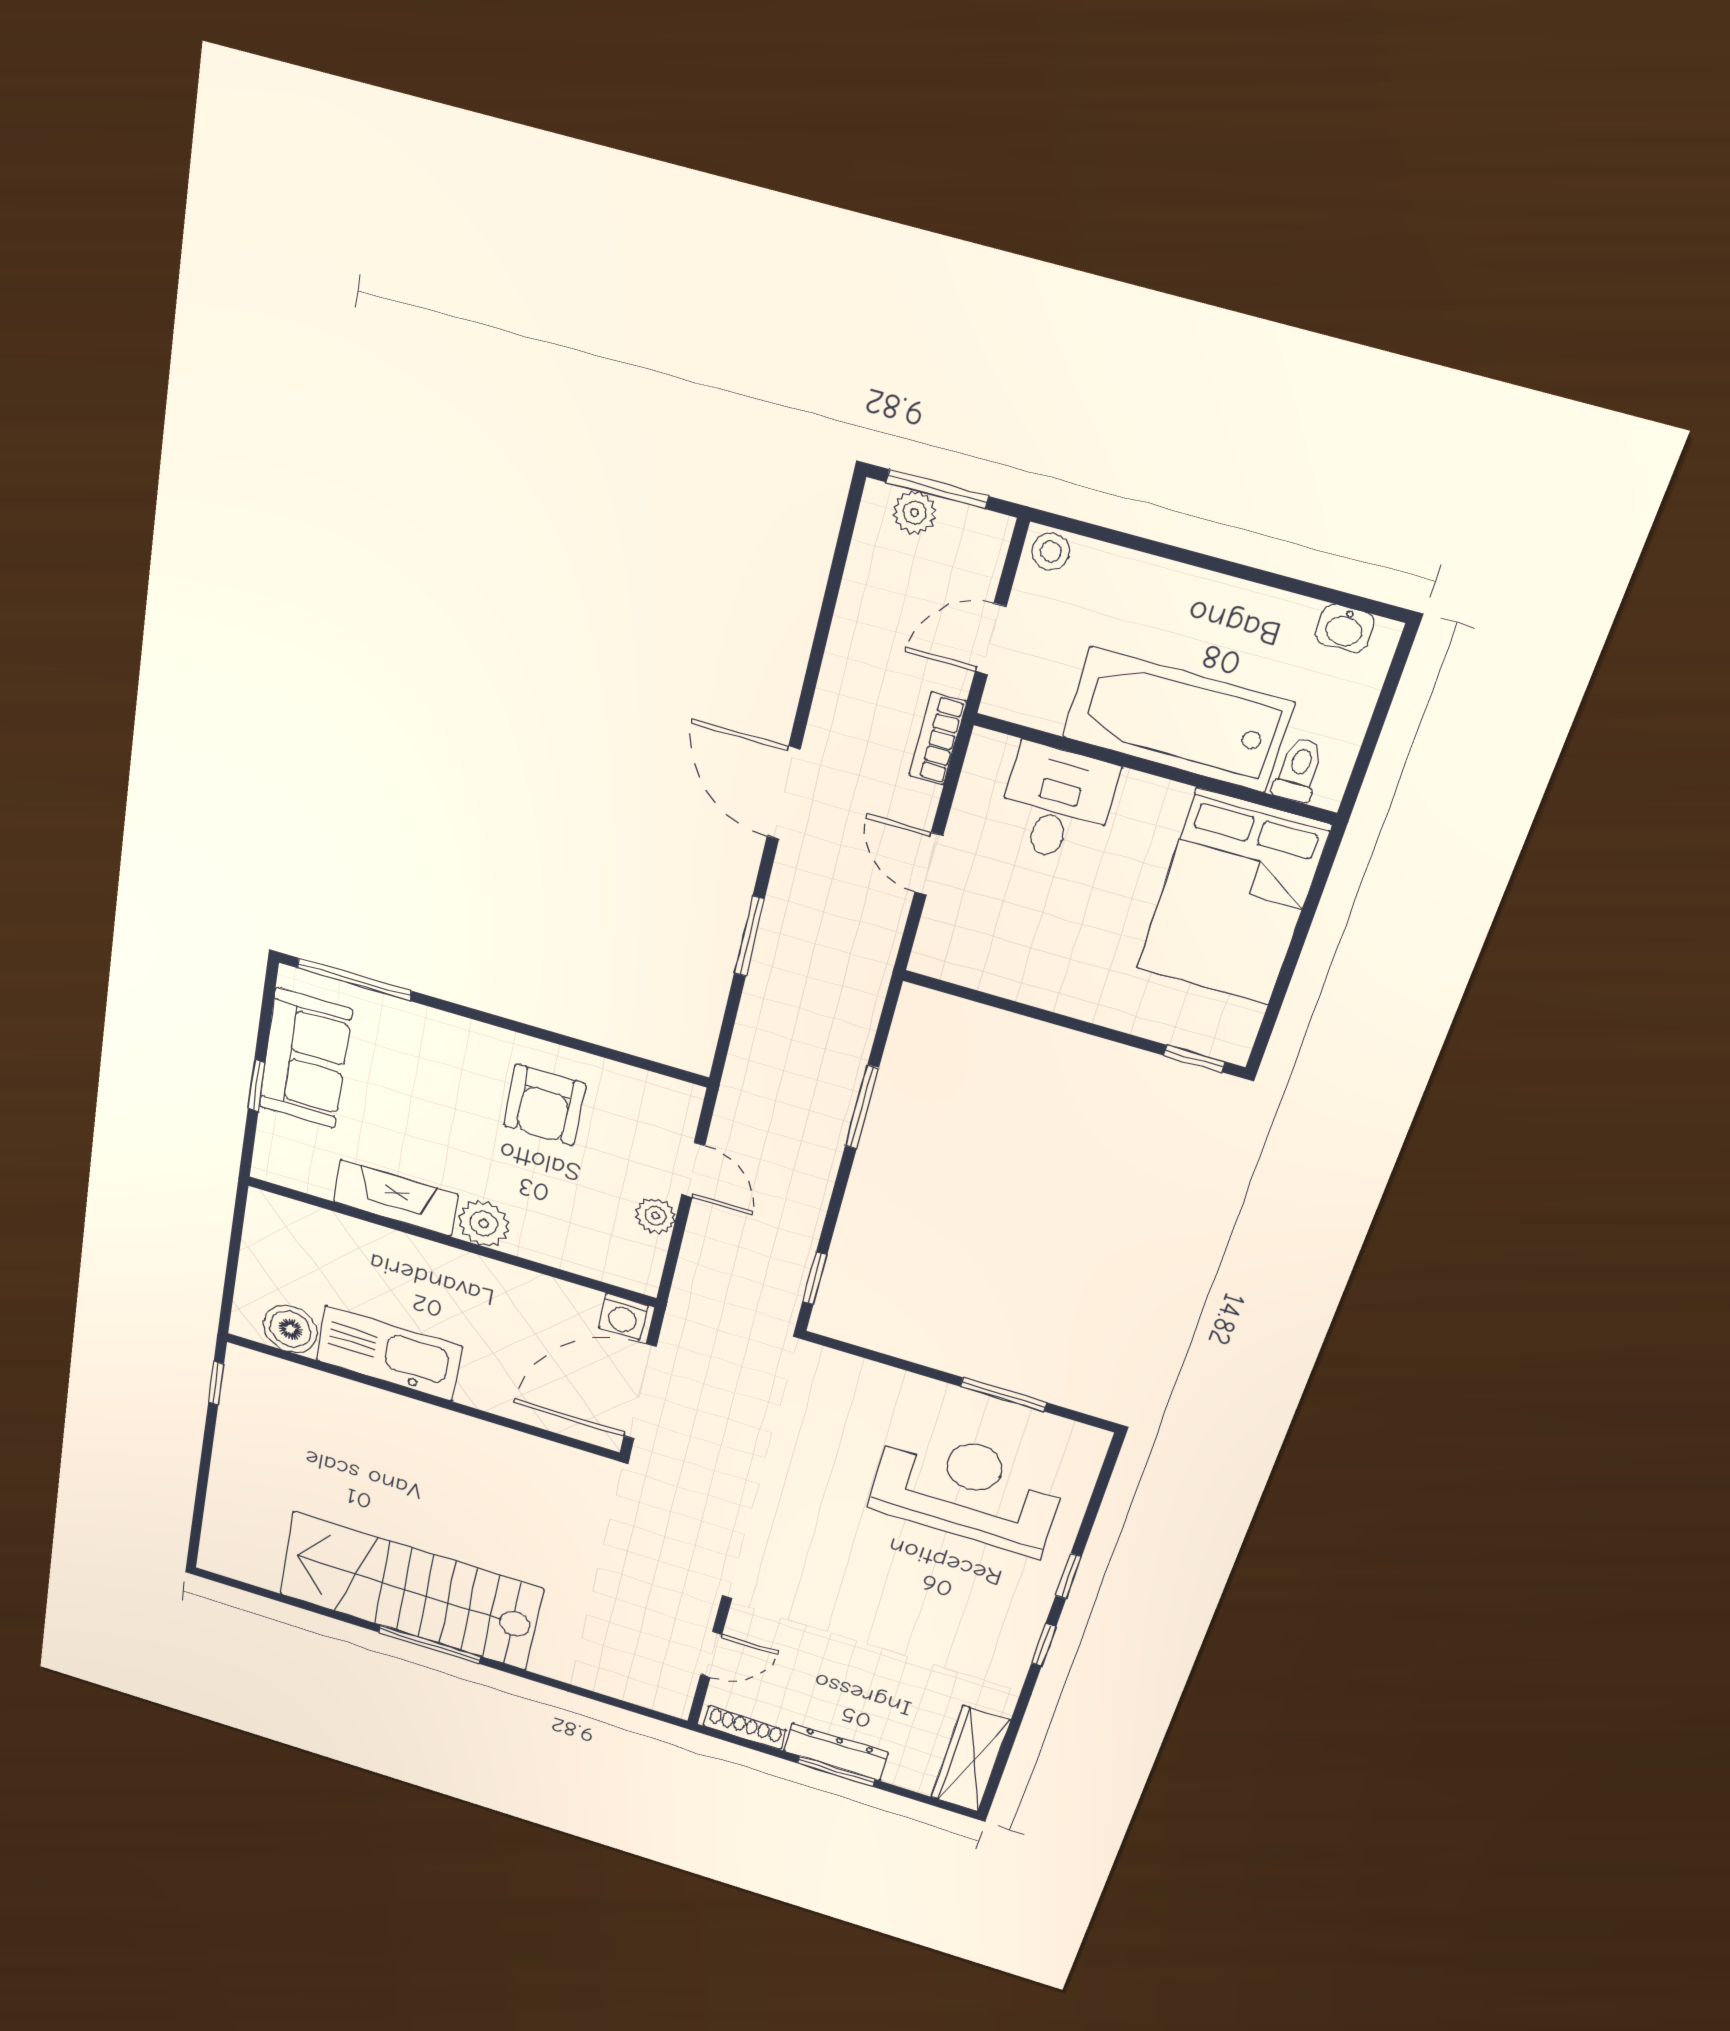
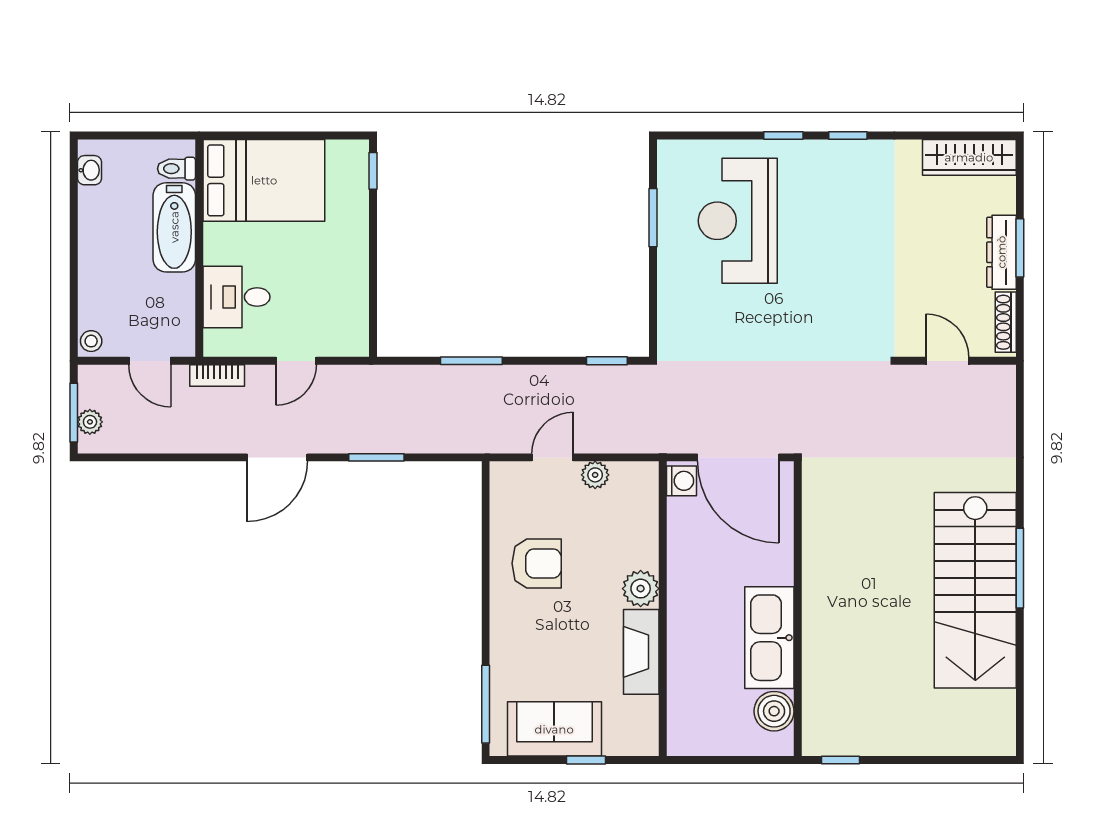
bathtub: (1178, 720) -> (174, 227), width x0.73, depth x0.73

